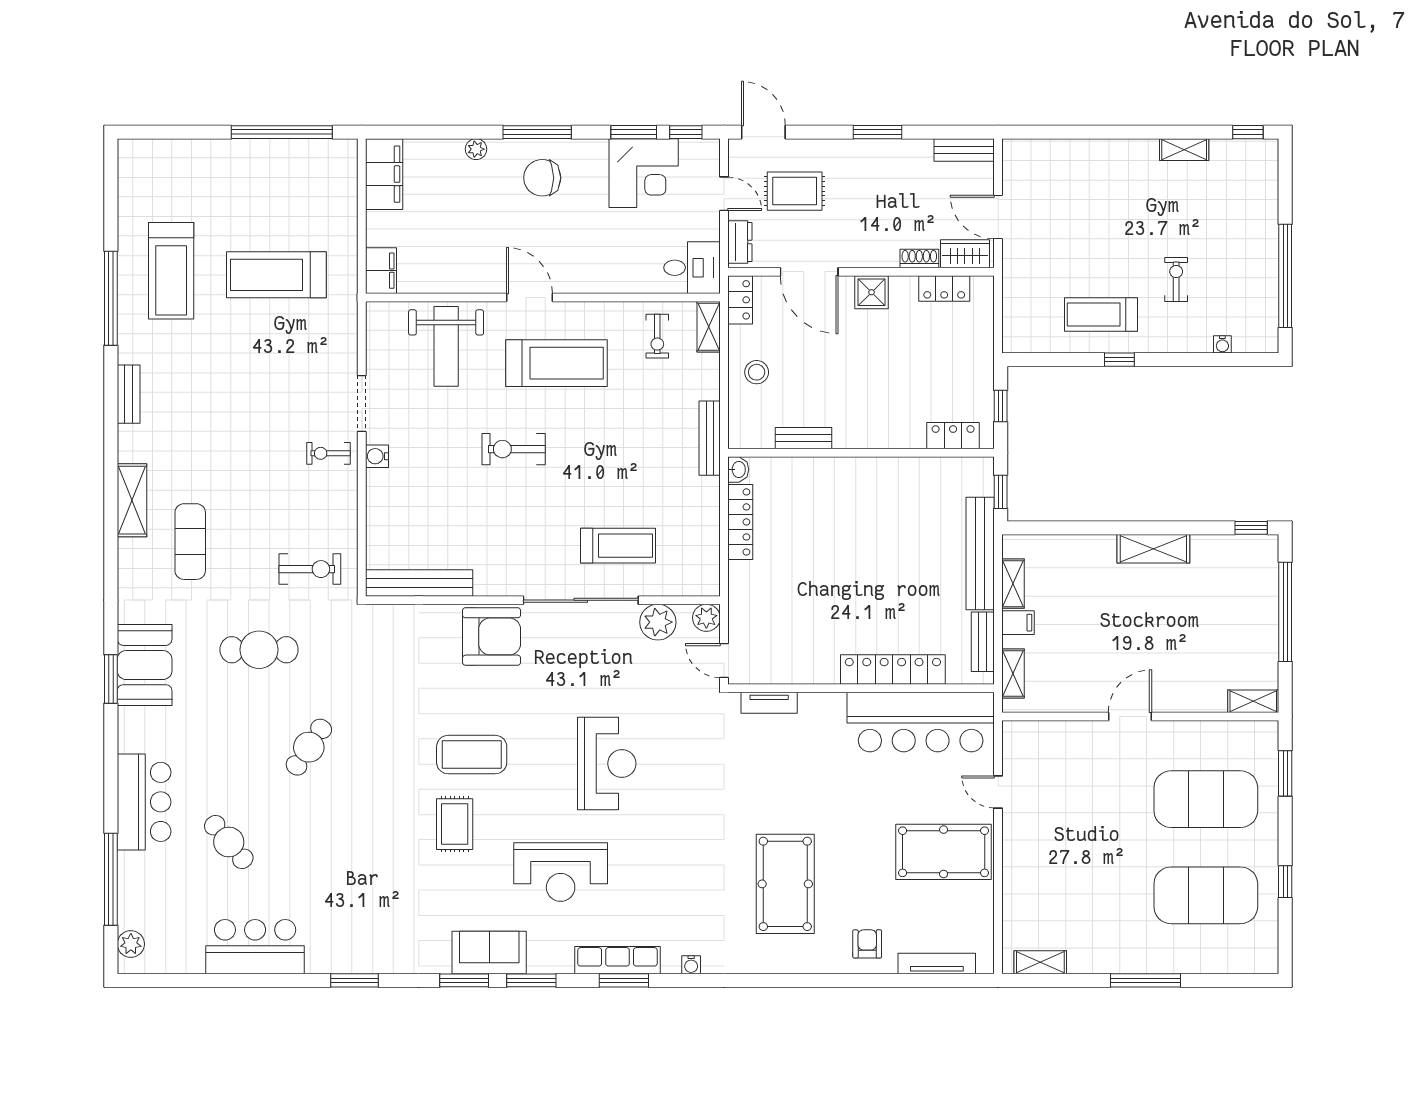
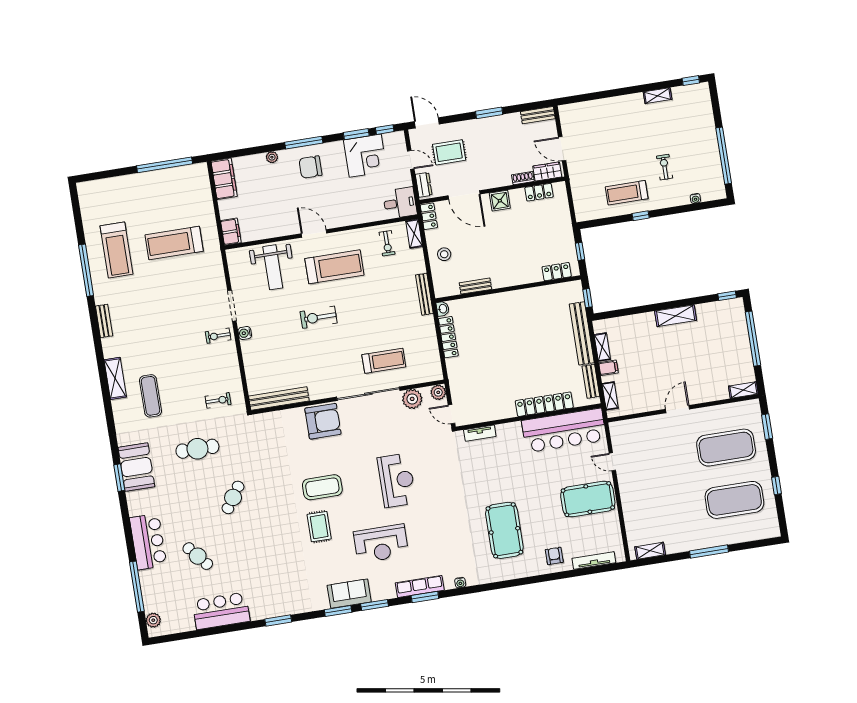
exercise bike: (310, 569) -> (218, 400), width x0.73, depth x0.72

